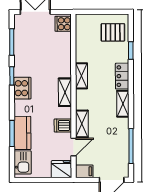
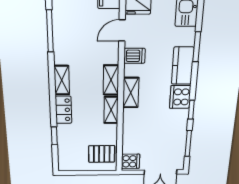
pallet: (113, 32) -> (102, 154), moved
shelving: (82, 124) -> (111, 80), moved
kitchen counter: (22, 133) -> (183, 66), moved

